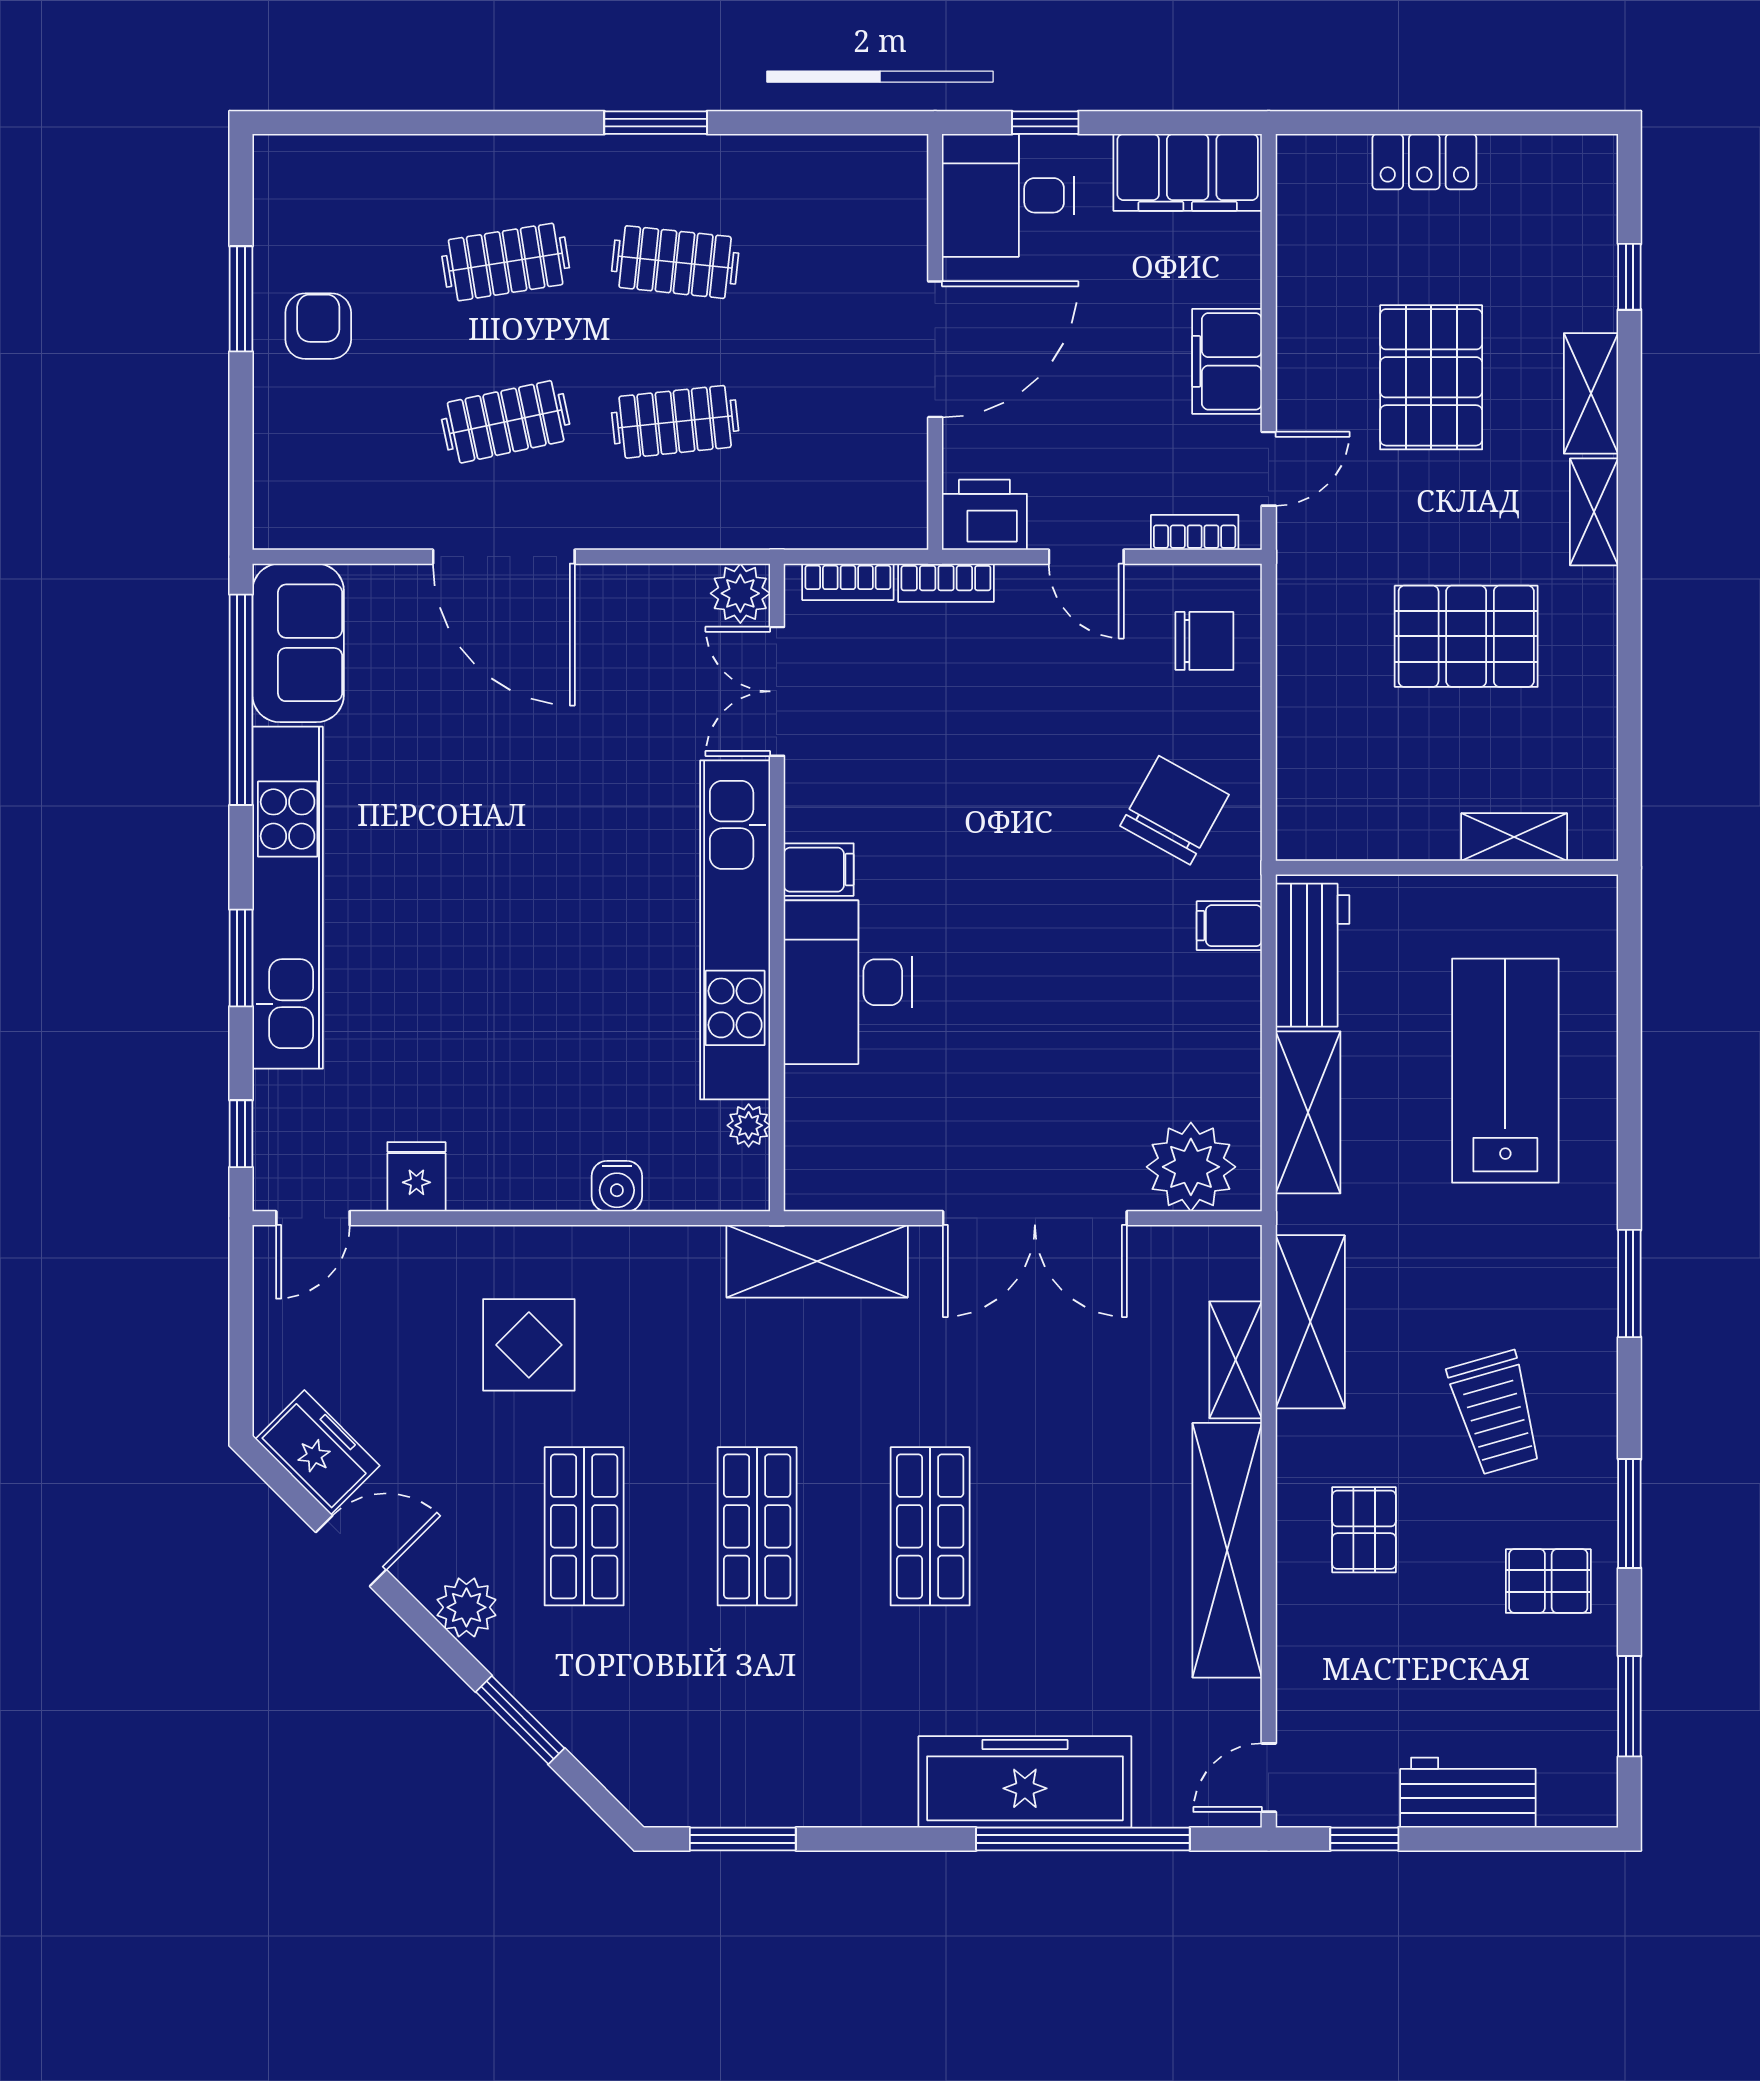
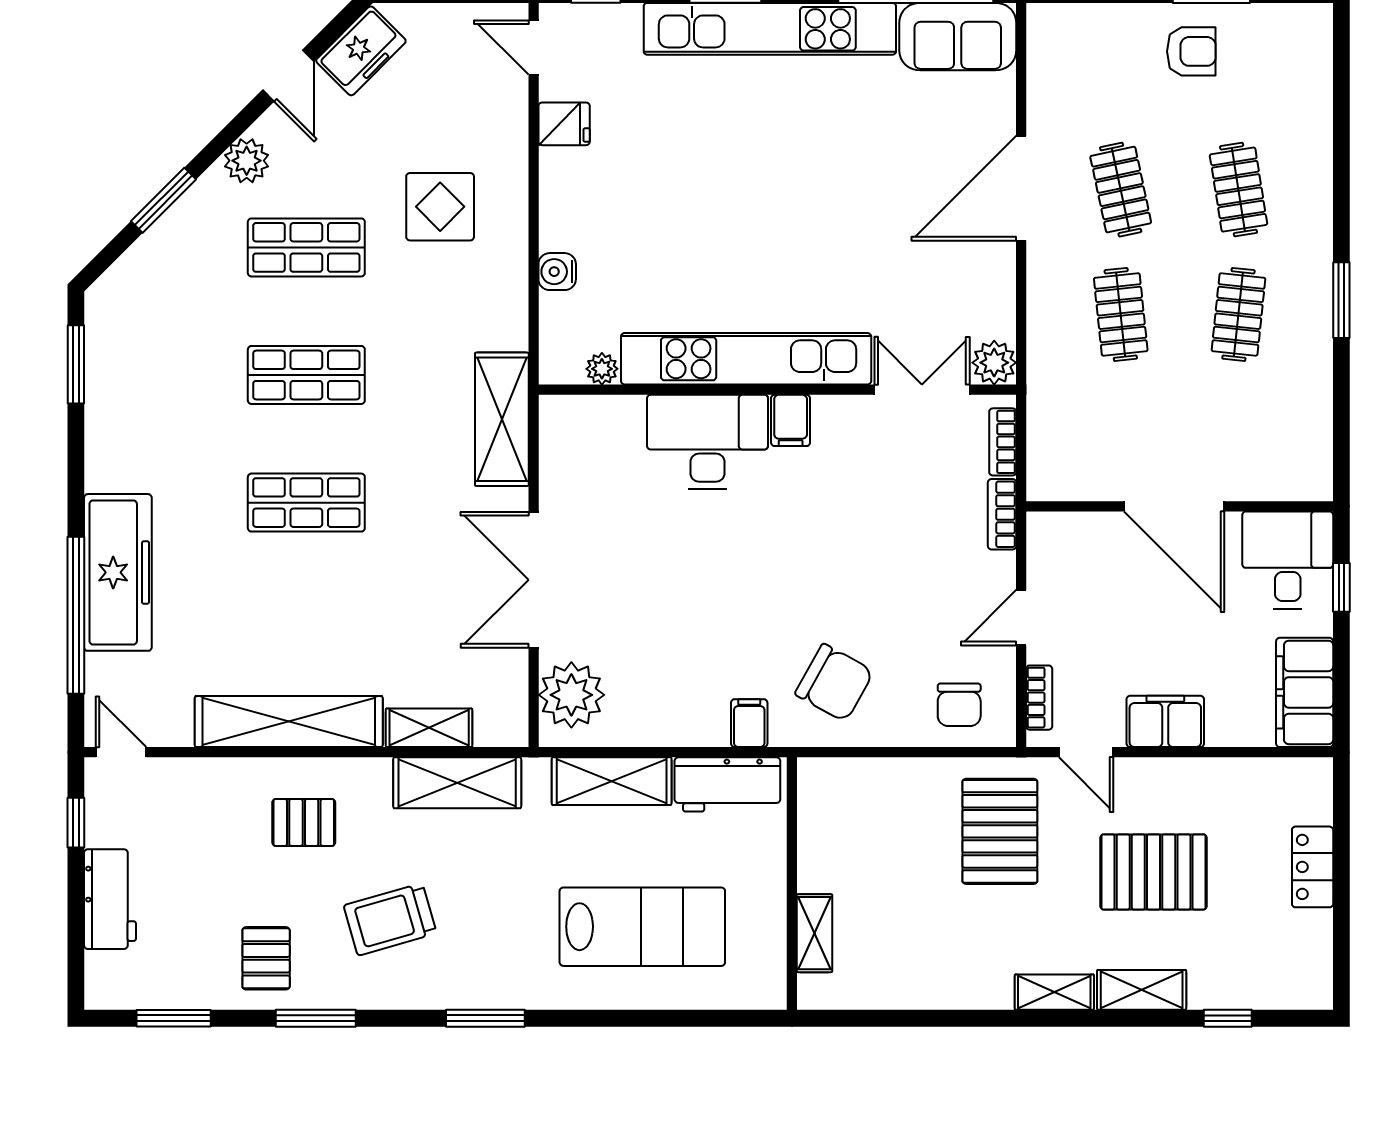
printer: (984, 515) -> (1052, 543), removed
pallet: (1466, 636) -> (1000, 831), moved

